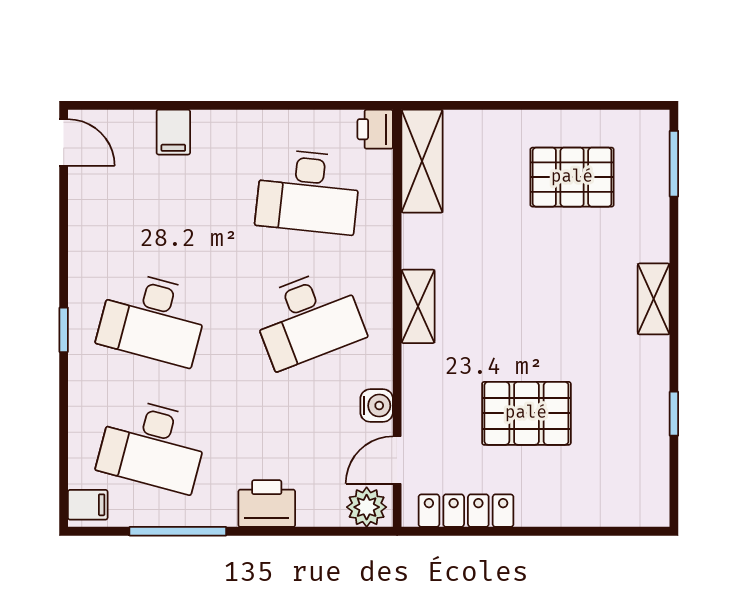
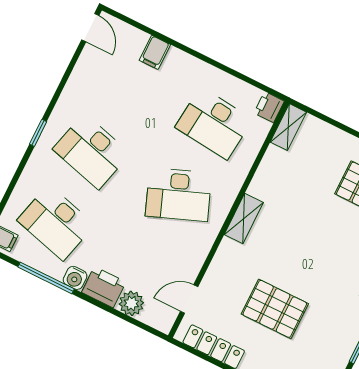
shelving: (422, 161) -> (288, 127), width x0.67, depth x0.75
water cooler: (377, 406) -> (75, 278), moved, turned 90
plant: (367, 507) -> (131, 303), moved

